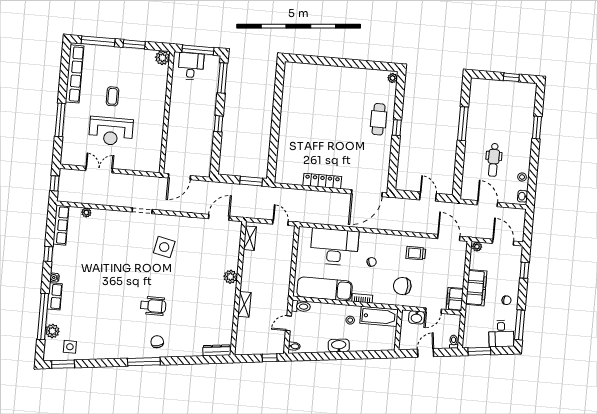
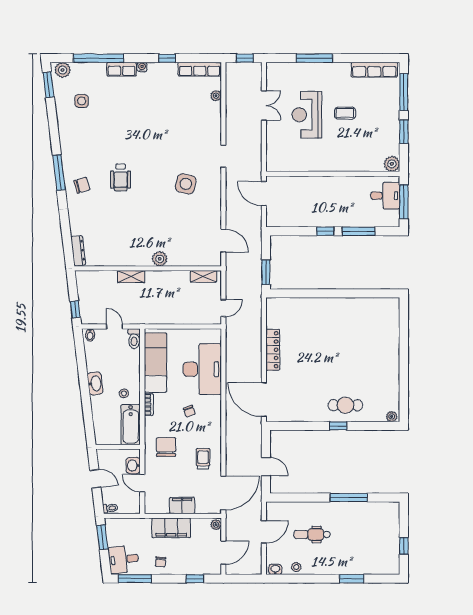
row of seats: (75, 74) -> (374, 70), width x0.73
window: (222, 78) -> (358, 231), moved
door: (428, 197) -> (266, 466), hinge flipped
door: (449, 237) -> (223, 493), width x1.36
filing cabinet: (455, 299) -> (182, 505), moved
plant: (52, 331) -> (63, 70), moved
side table: (70, 347) -> (82, 101), moved

